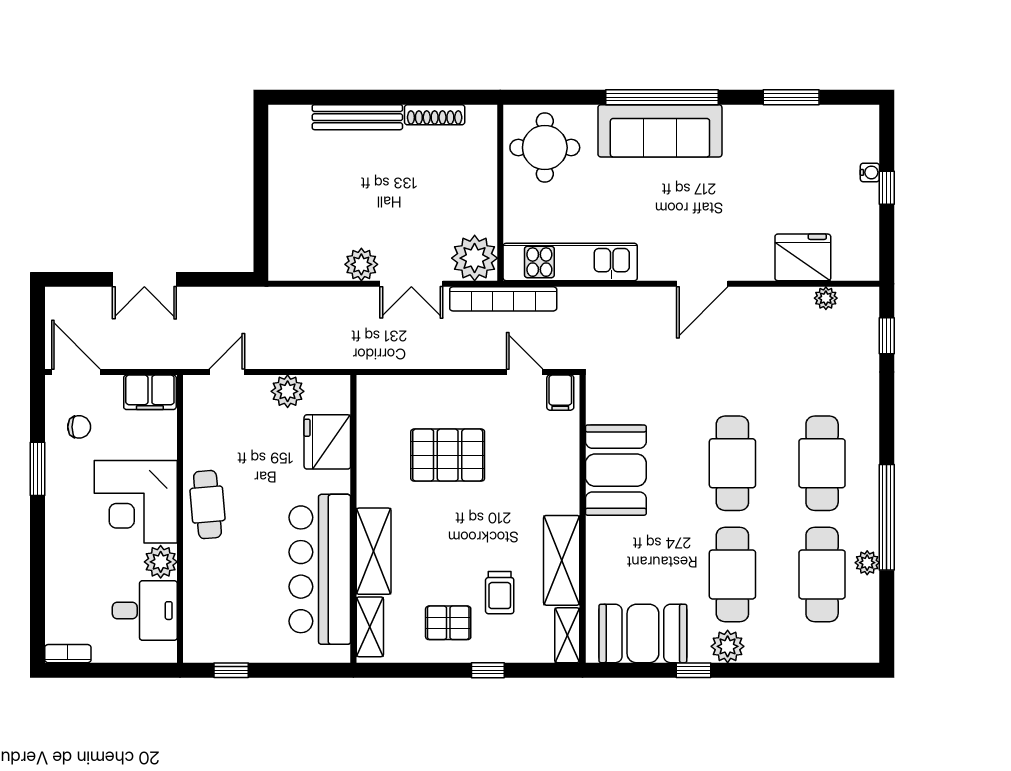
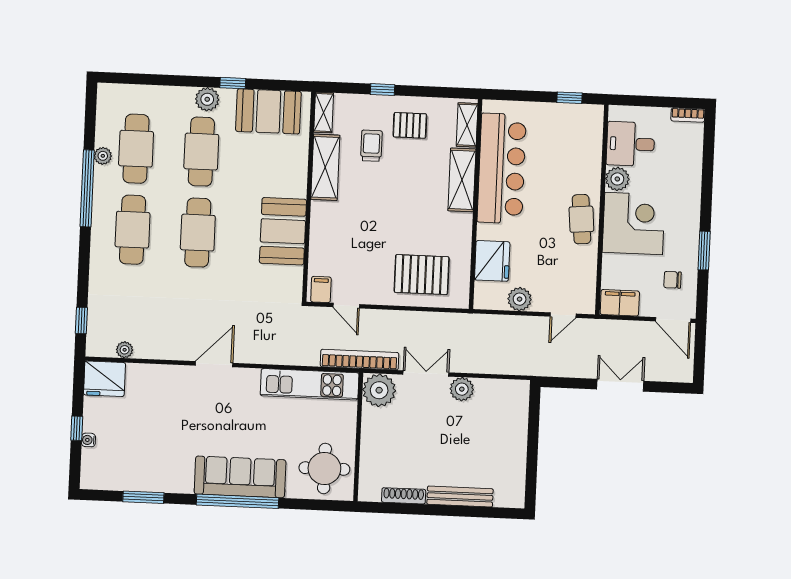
fridge: (803, 257) -> (104, 379), moved
pallet: (448, 455) -> (422, 275), moved

